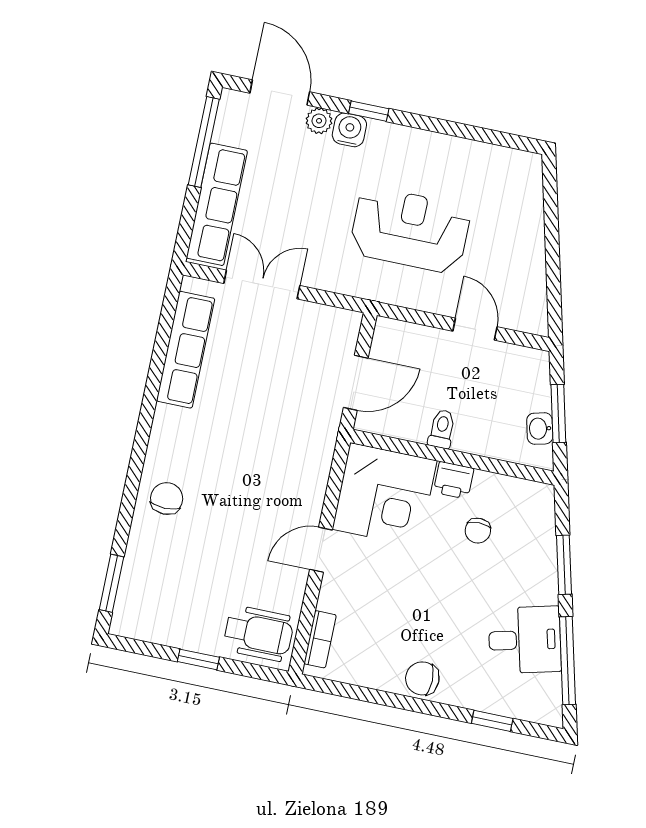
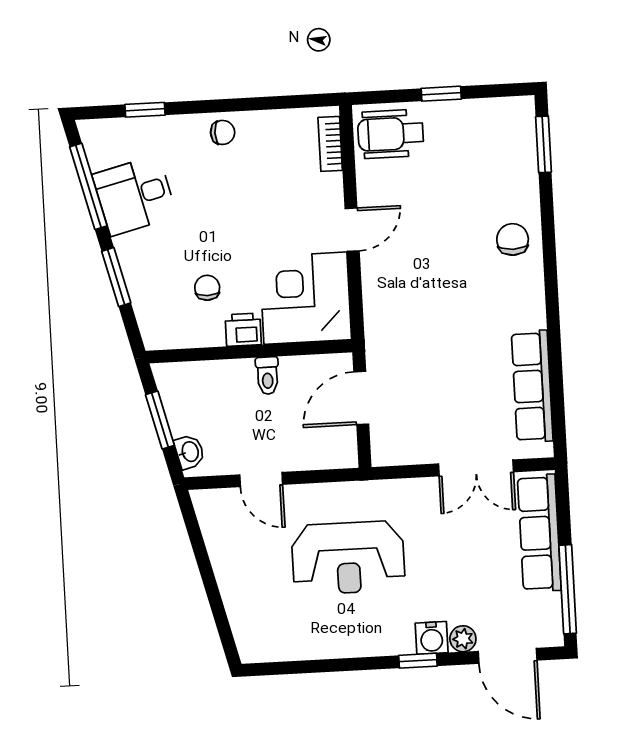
washbasin: (540, 429) -> (190, 452), moved
chair: (167, 498) -> (513, 239), turned 180
chair: (422, 678) -> (223, 132), width x0.73, depth x0.73

